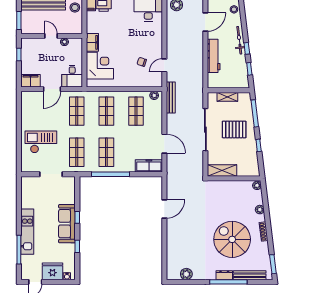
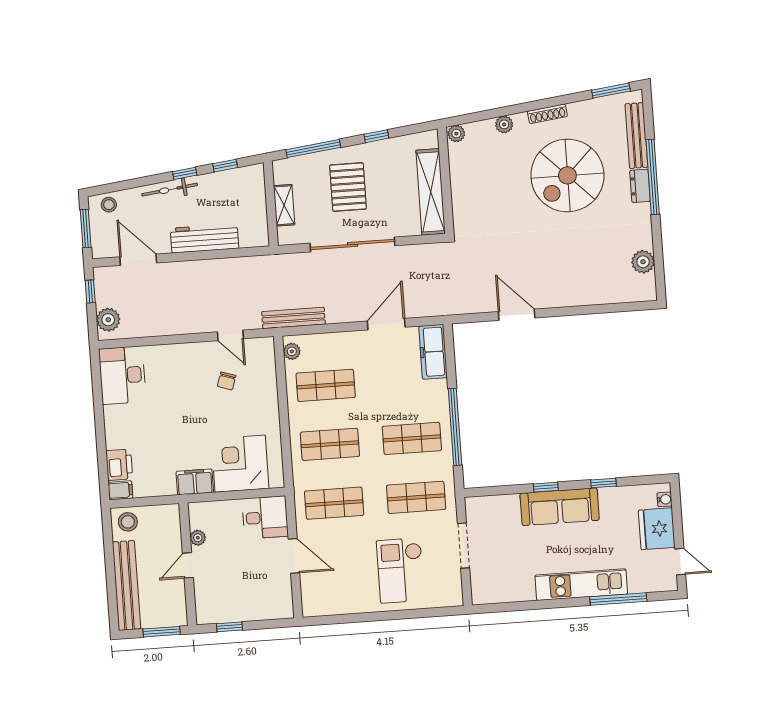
filing cabinet: (30, 81) -> (280, 600), removed
shelving: (222, 170) -> (431, 192), width x1.47

